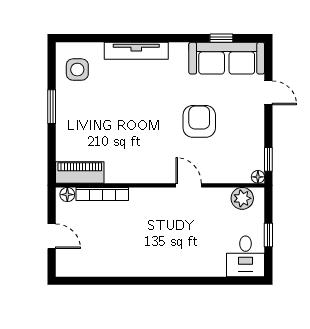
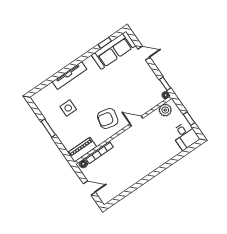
side table: (77, 70) -> (68, 108), moved
armchair: (199, 121) -> (108, 119), moved, turned -77

